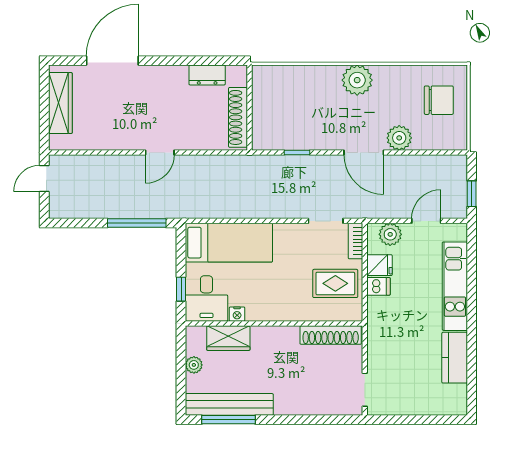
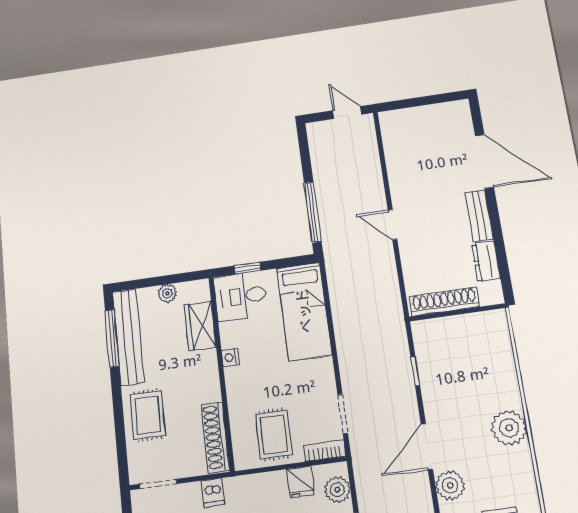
bench: (164, 74) -> (479, 216), added
wardrobe: (60, 103) -> (430, 116), removed
dishwasher: (379, 286) -> (213, 492), moved
nightstand: (237, 314) -> (230, 357), moved
rug: (303, 394) -> (147, 415), added

